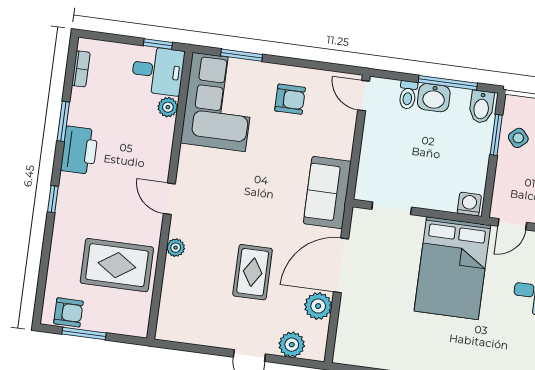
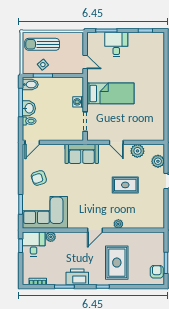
armchair: (290, 99) -> (39, 178), turned -108
washing machine: (469, 204) -> (78, 102), moved
rug: (117, 265) -> (117, 263), moved
door: (341, 265) -> (116, 142), width x0.53
bed: (452, 268) -> (110, 93), width x0.67

